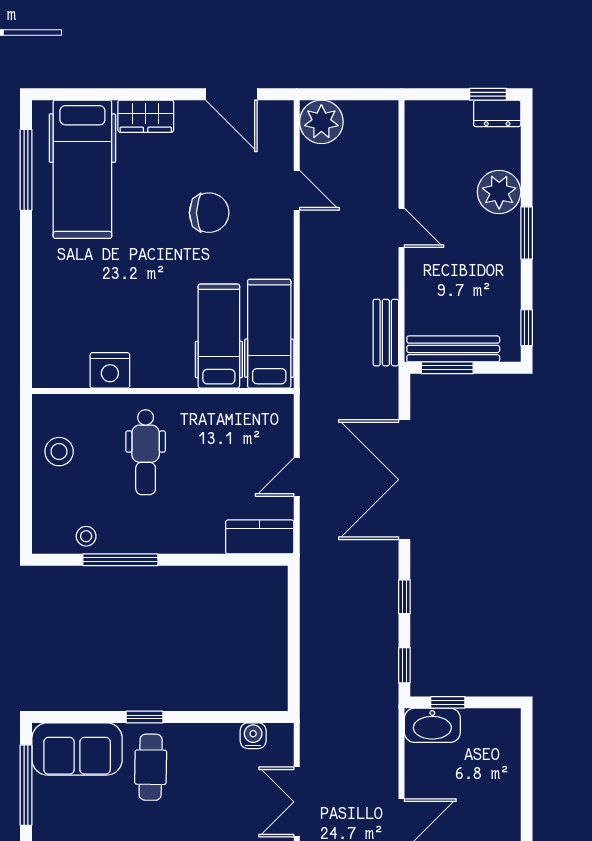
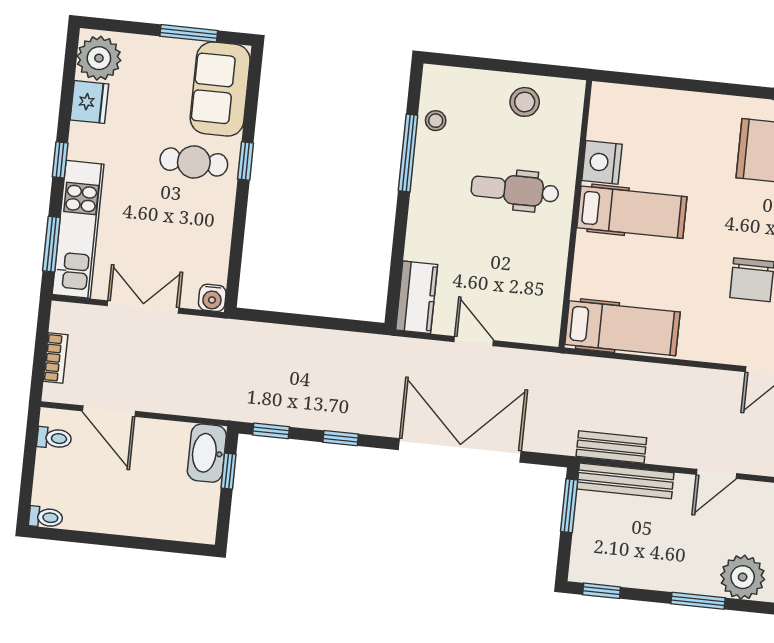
hospital bed: (219, 336) -> (632, 212), moved
bench: (453, 349) -> (625, 481), moved, turned 90
water cooler: (253, 736) -> (212, 298), moved, turned 90
window: (26, 785) -> (189, 33), width x0.69

